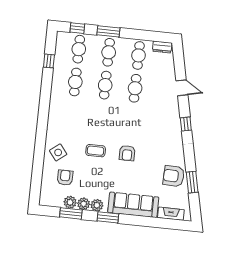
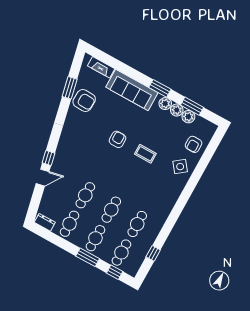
door: (182, 88) -> (43, 178), swing flipped
window: (186, 124) -> (48, 158), moved
armchair: (65, 178) -> (194, 144), moved

